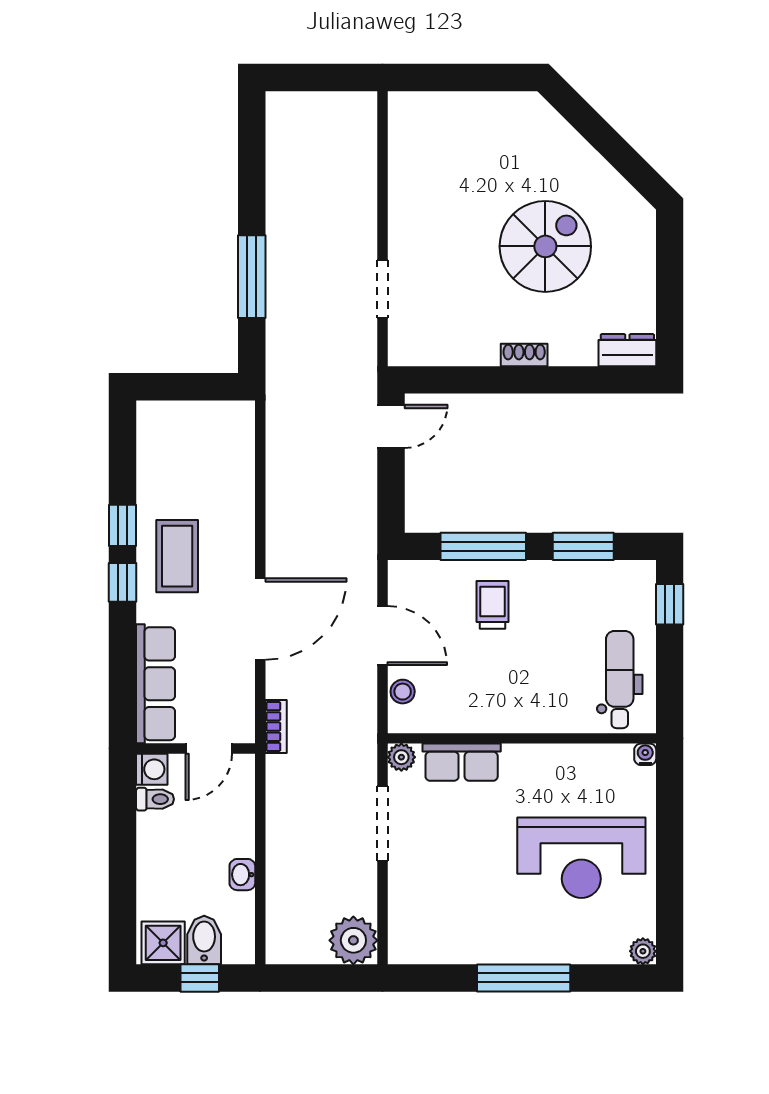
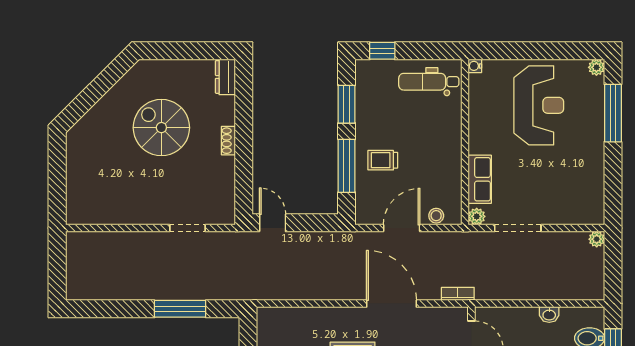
plant: (353, 940) -> (597, 239), width x0.53, depth x0.53
window: (524, 978) -> (613, 113), moved

